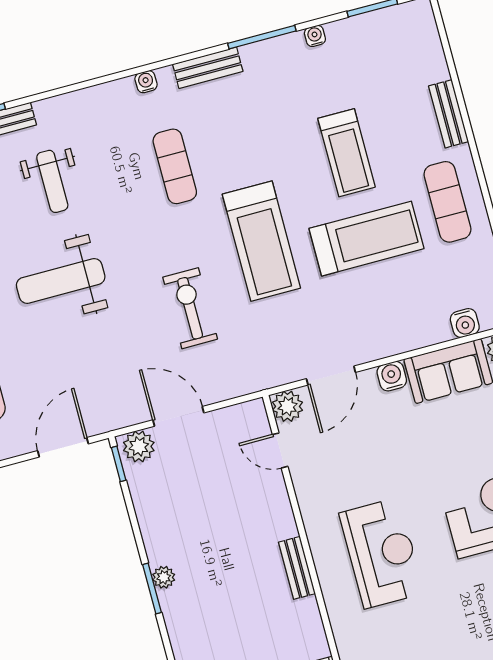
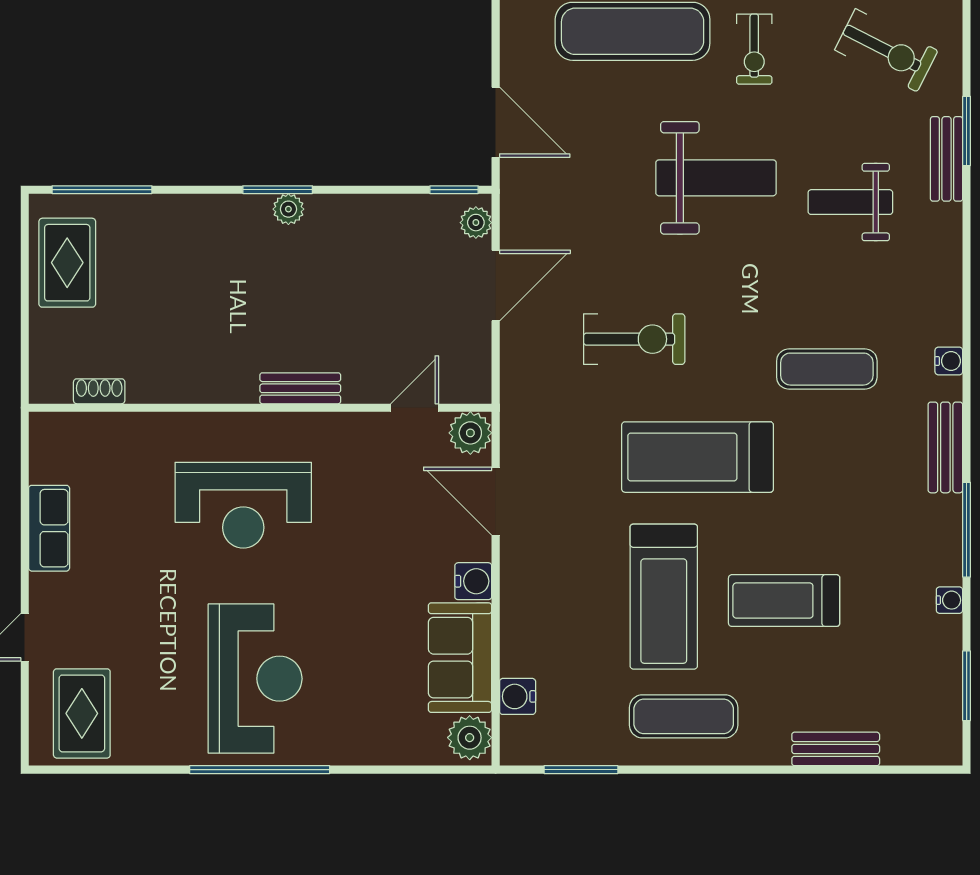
bench: (449, 114) -> (836, 749), moved
weight bench: (61, 281) -> (716, 178), turned 90
plant: (139, 446) -> (476, 223), width x0.73, depth x0.73
bench: (297, 568) -> (300, 388), moved

